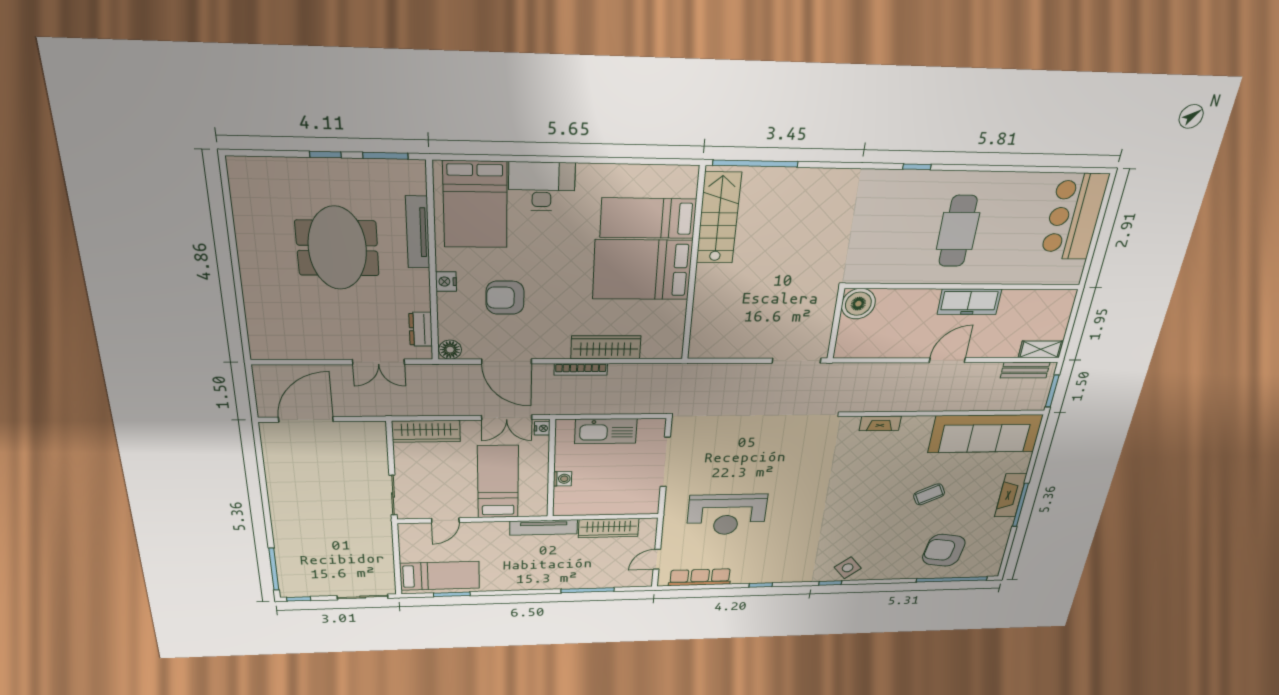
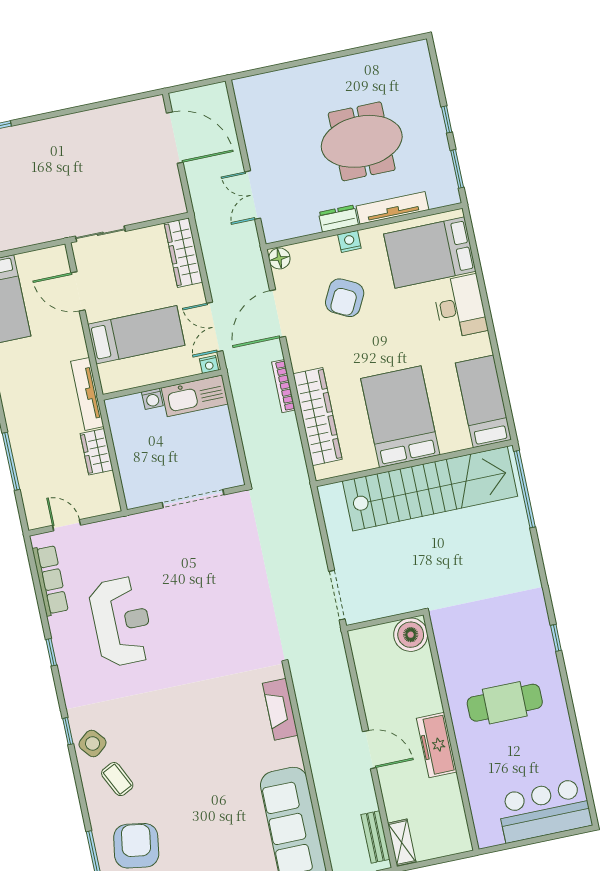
bed: (648, 218) -> (484, 401), moved
stairs: (719, 218) -> (430, 489), width x1.86, depth x1.51
armchair: (505, 298) -> (345, 298), turned -153
dresser: (421, 329) -> (338, 219), moved
wardrobe: (606, 347) -> (317, 417), width x1.40, depth x1.17
fireplace: (880, 423) -> (280, 709), width x1.37, depth x1.32
kitchen sink: (606, 431) -> (195, 396), moved, turned -90
coffee table: (929, 494) -> (117, 779), moved
reception desk: (727, 515) -> (122, 621), moved, turned 180
door: (445, 520) -> (78, 291), width x1.38
wardrobe: (609, 528) -> (97, 452), width x0.67

